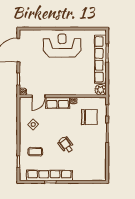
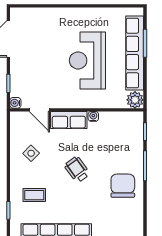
reception desk: (62, 46) -> (87, 60), moved, turned -90
door: (39, 96) -> (39, 110), hinge flipped
chair: (89, 117) -> (123, 186), moved, turned -90
wheelchair: (66, 145) -> (77, 170), moved

